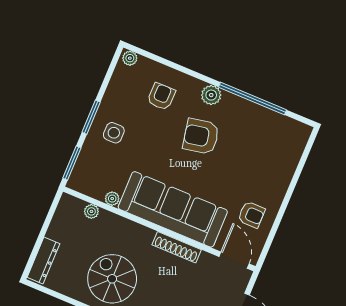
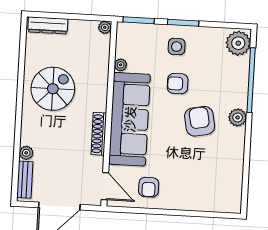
plant: (130, 58) -> (238, 43), width x1.88, depth x1.88
armchair: (161, 96) -> (178, 84), moved, turned 180
window: (253, 99) -> (251, 80), moved
plant: (91, 211) -> (105, 27), moved
door: (234, 260) -> (105, 186), hinge flipped

